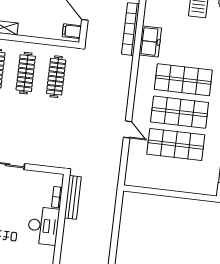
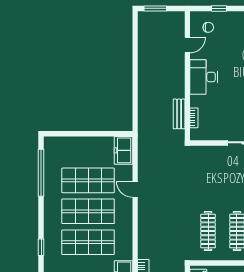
freezer: (135, 172) -> (123, 150), added
bench: (73, 197) -> (179, 114), width x0.73
desk: (43, 226) -> (204, 77), moved

